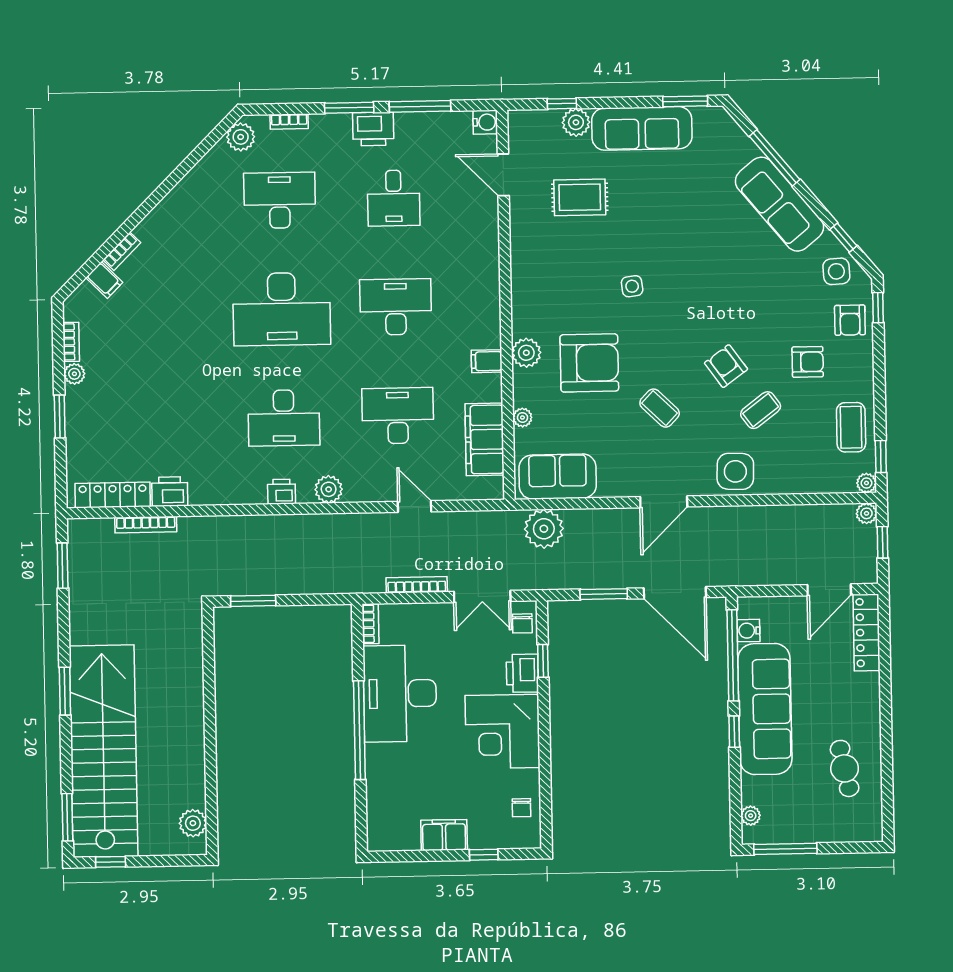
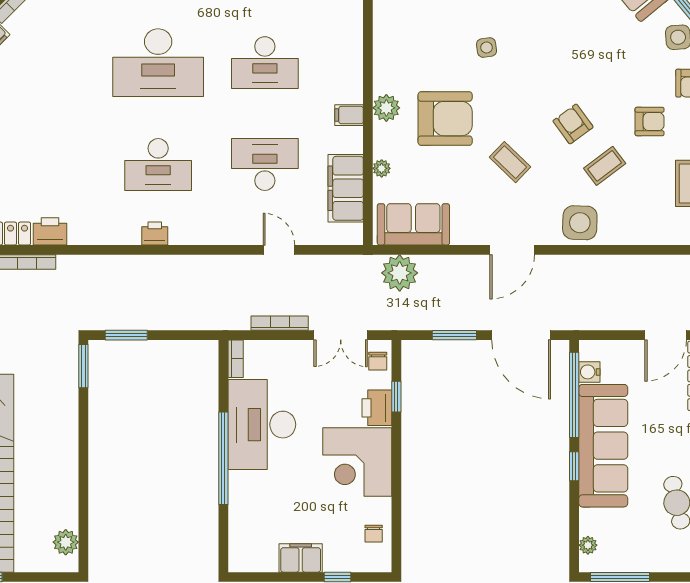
desk: (396, 307) -> (265, 63), turned 180
plant: (329, 489) -> (199, 232), removed
window: (208, 635) -> (83, 366), added

